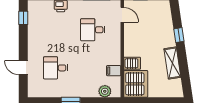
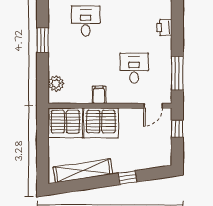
server rack: (132, 63) -> (101, 123), width x2.18, depth x1.44
shelving: (172, 63) -> (83, 171), width x1.47
filing cabinet: (114, 71) -> (99, 95), moved

